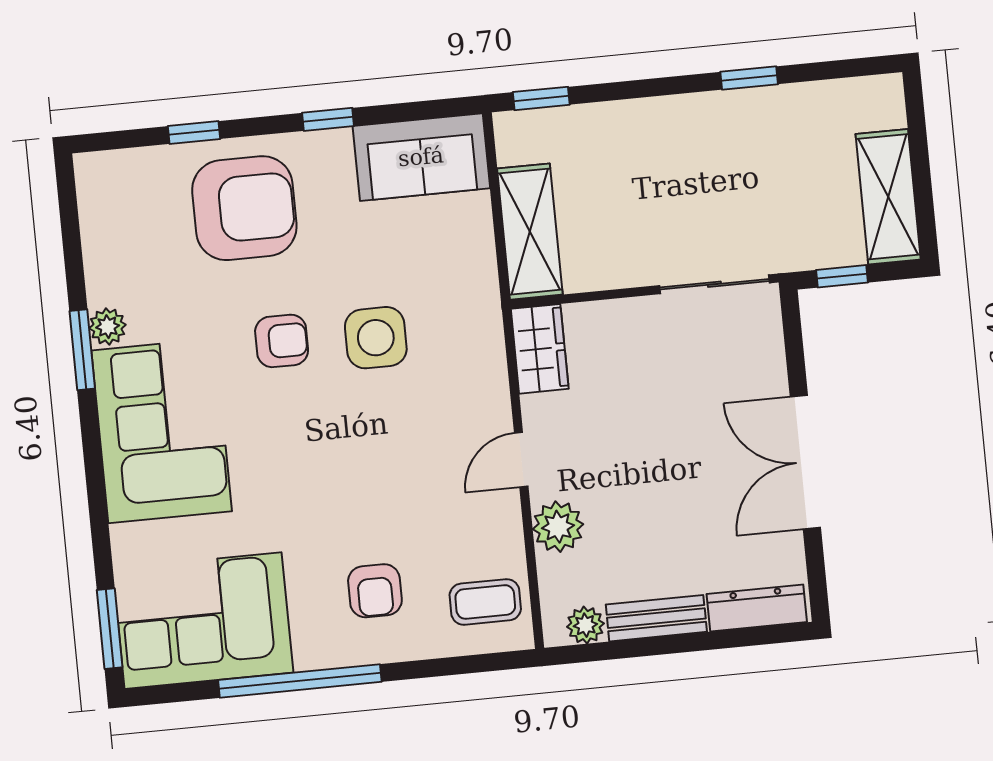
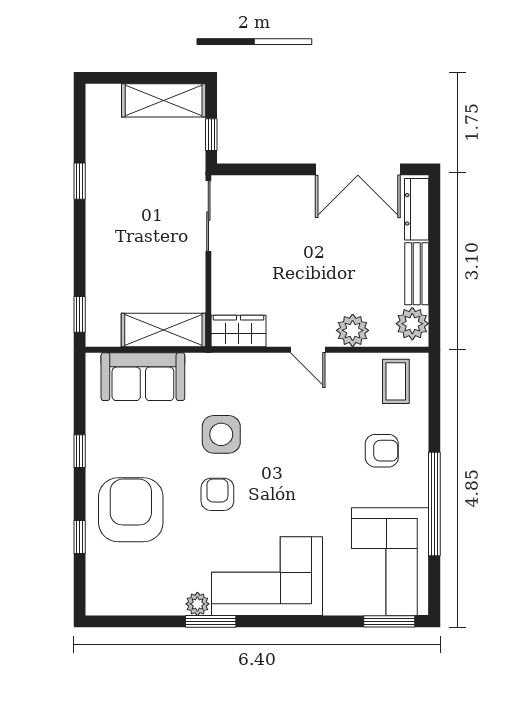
sofa: (421, 157) -> (143, 377), moved, turned 90
double door: (805, 462) -> (358, 169), moved
plant: (585, 625) -> (412, 324), width x1.38, depth x1.38

